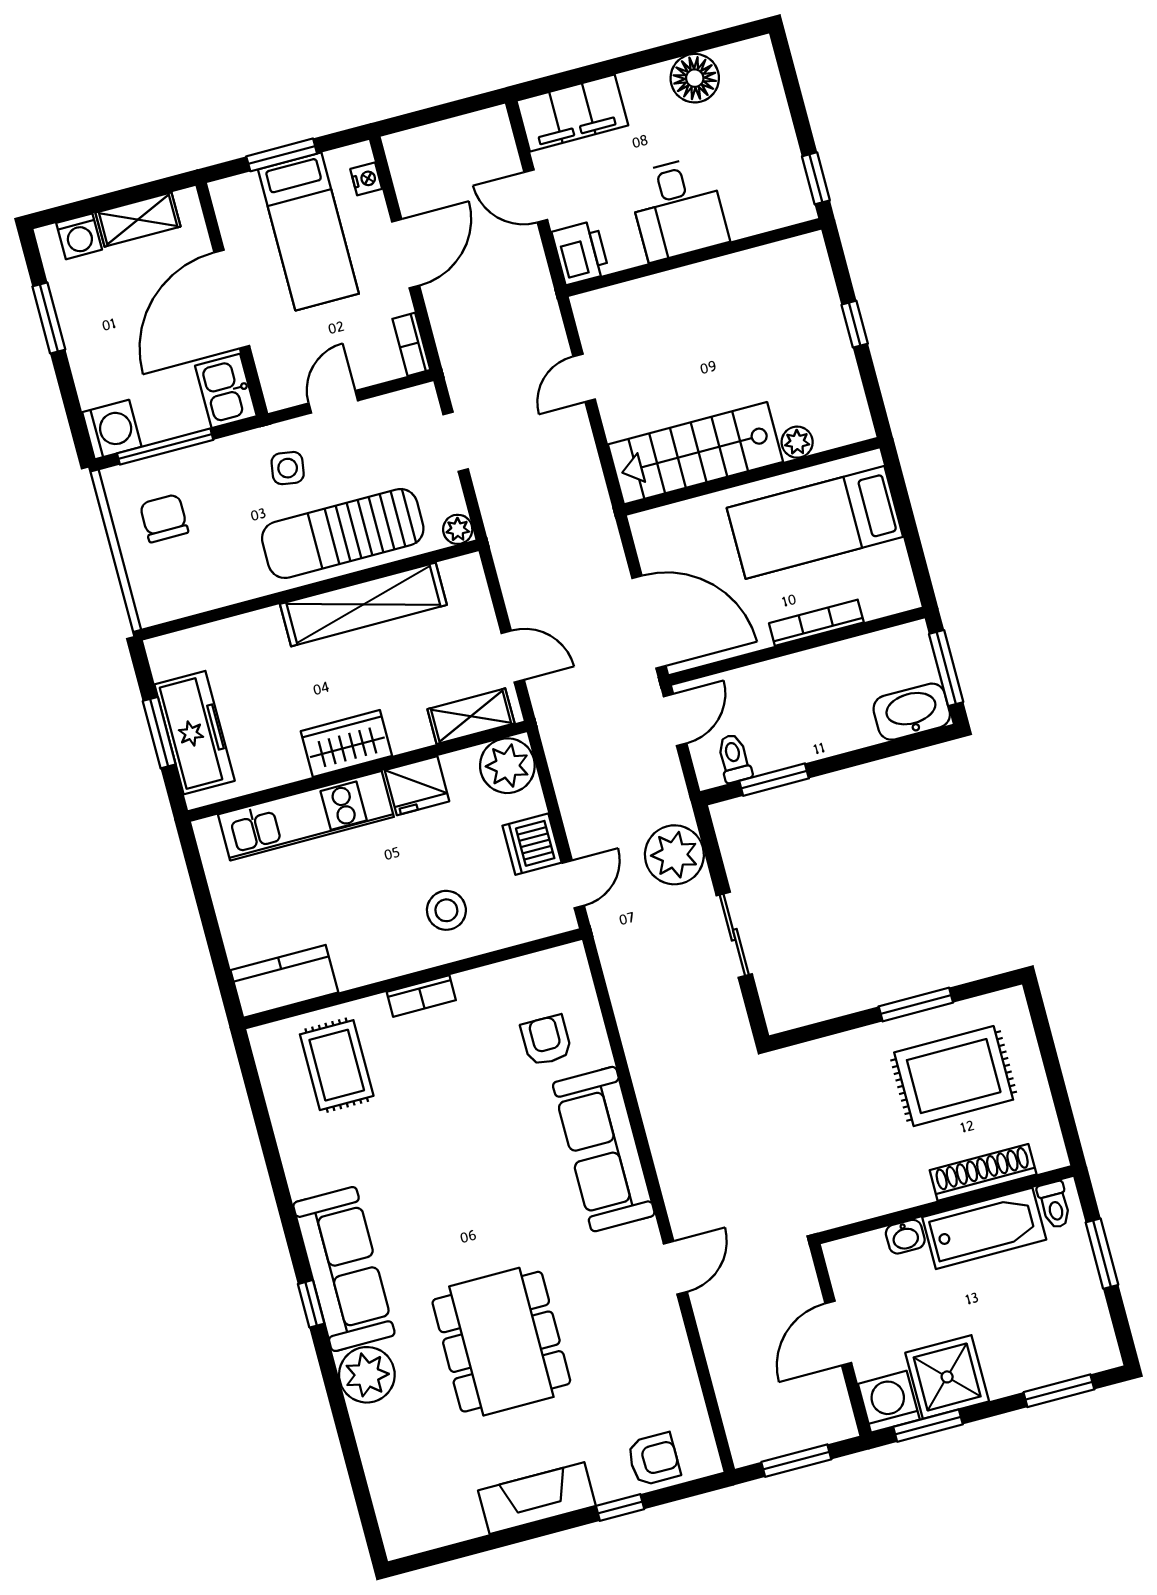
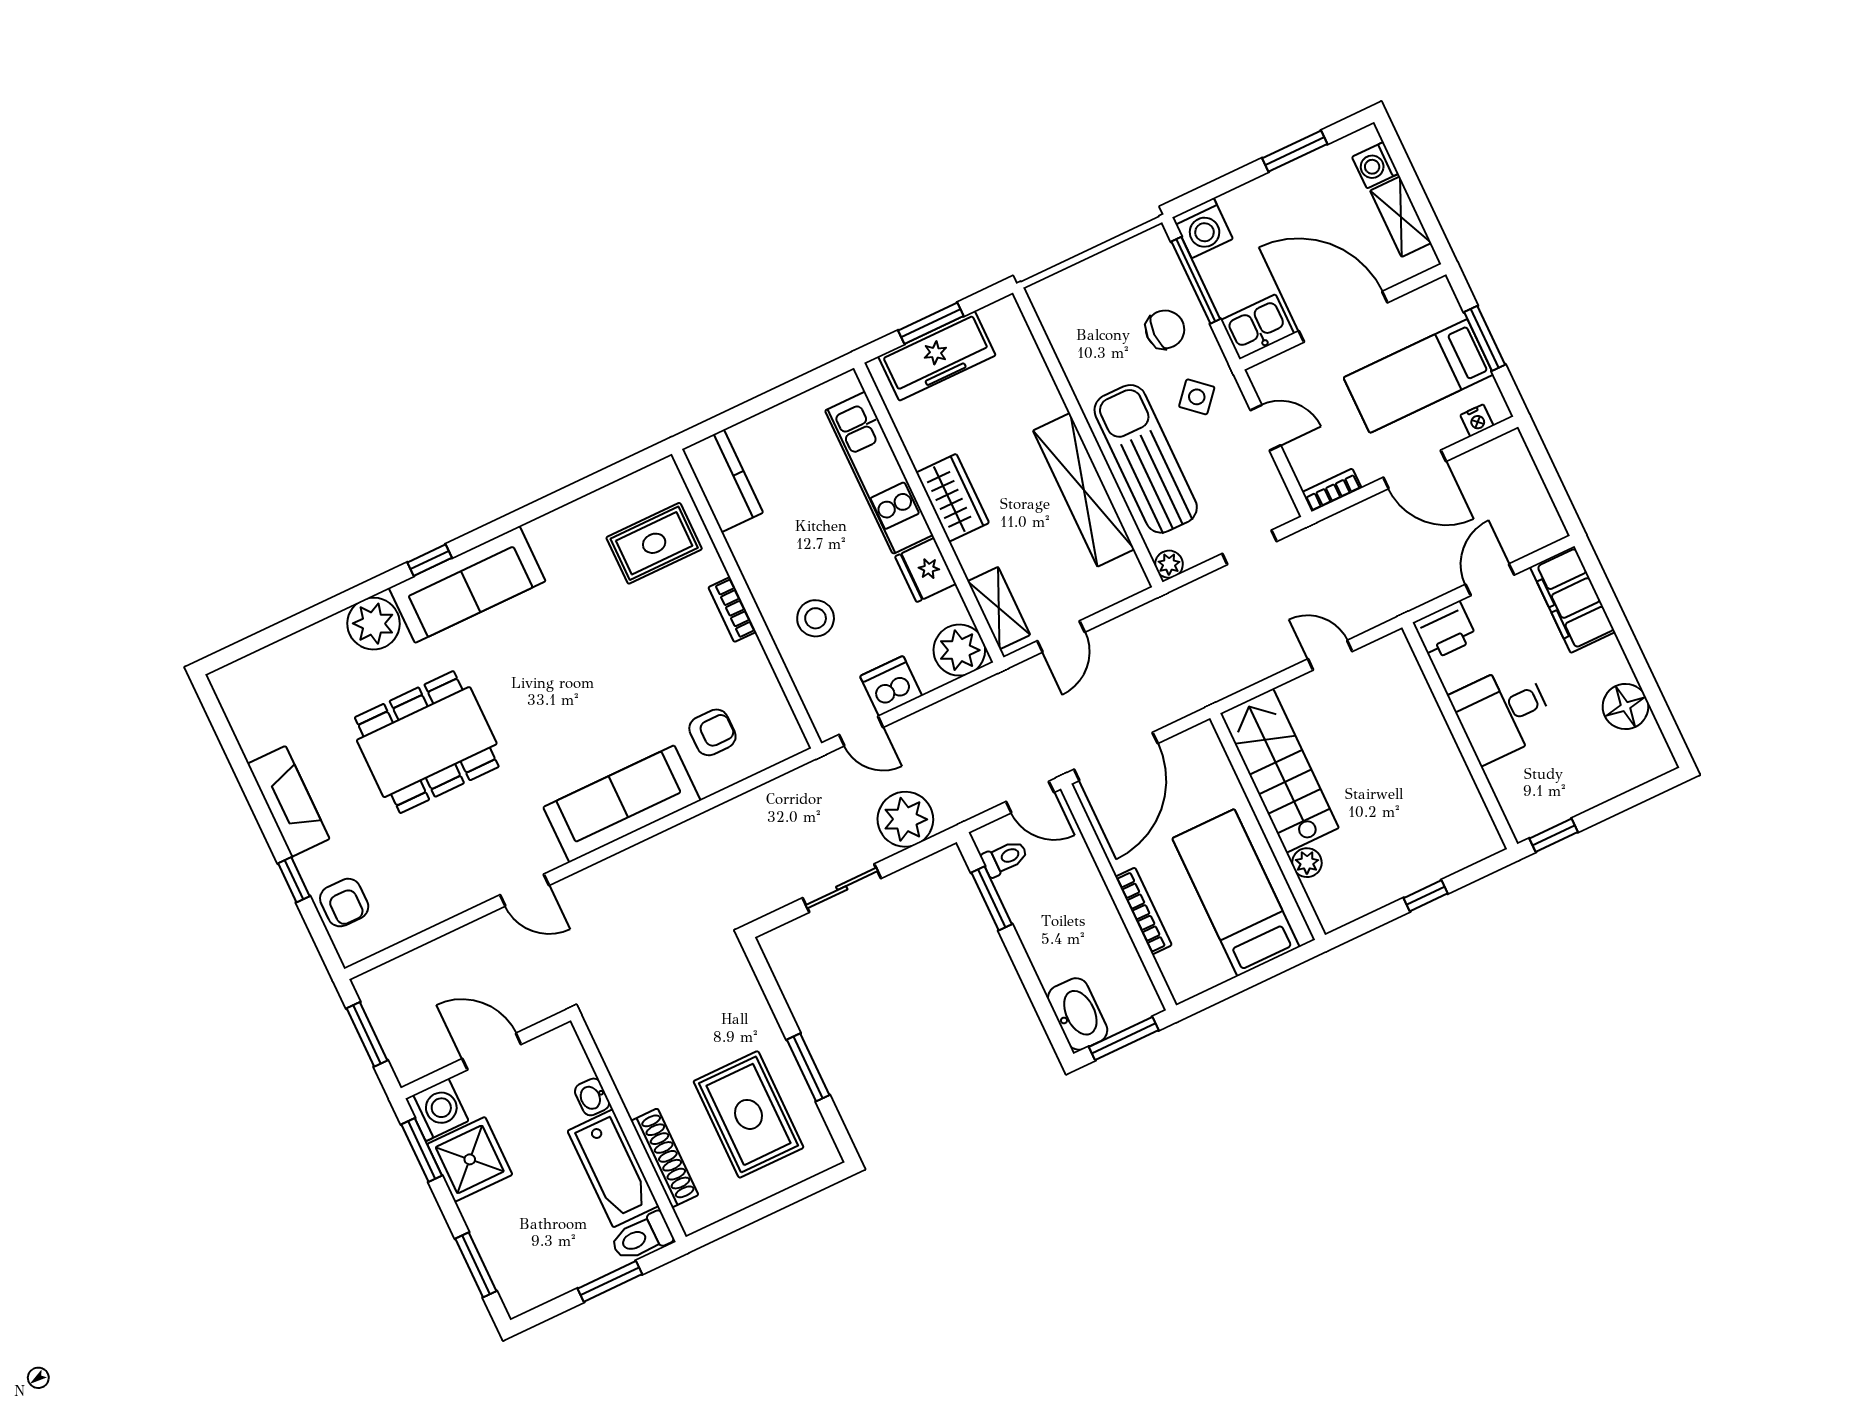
side table: (288, 468) -> (1197, 397), turned 32
chair: (164, 518) -> (1165, 329), moved
toilet: (1054, 1205) -> (641, 1237), width x1.37, depth x1.39

